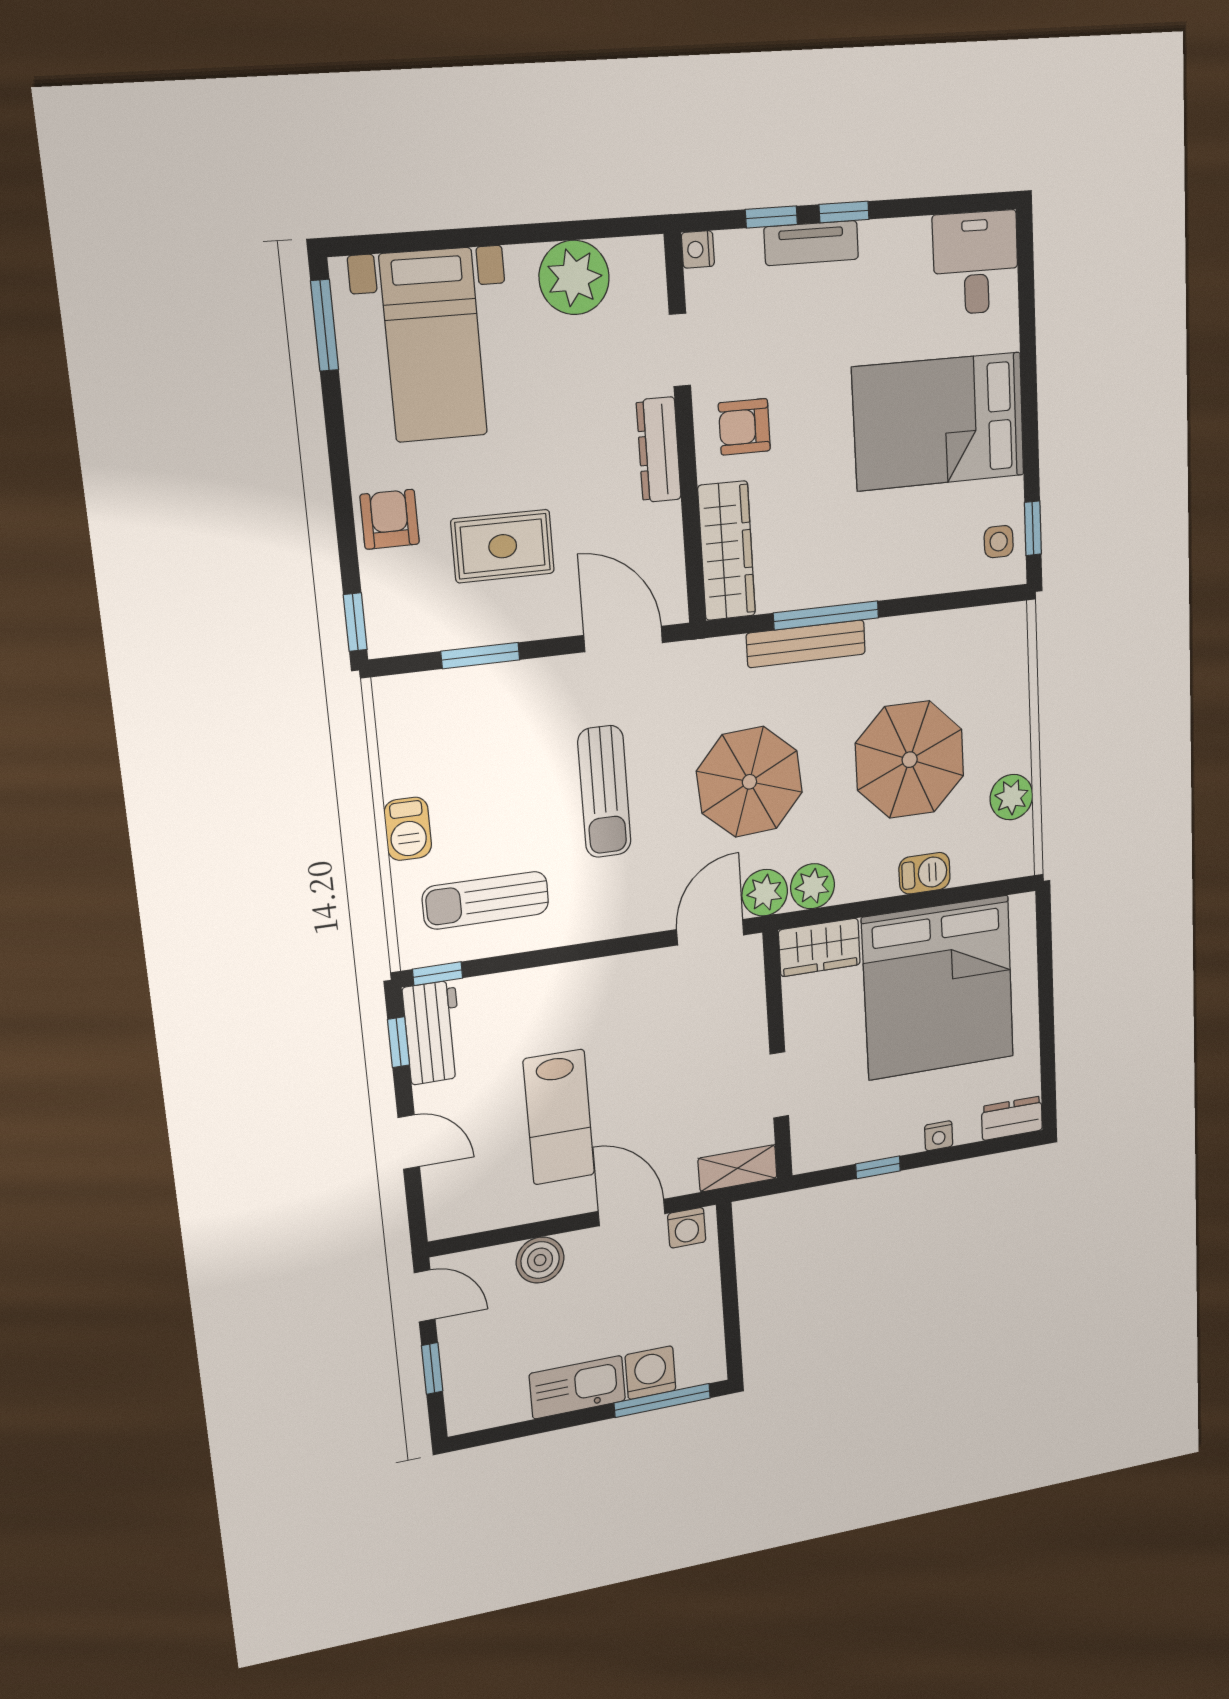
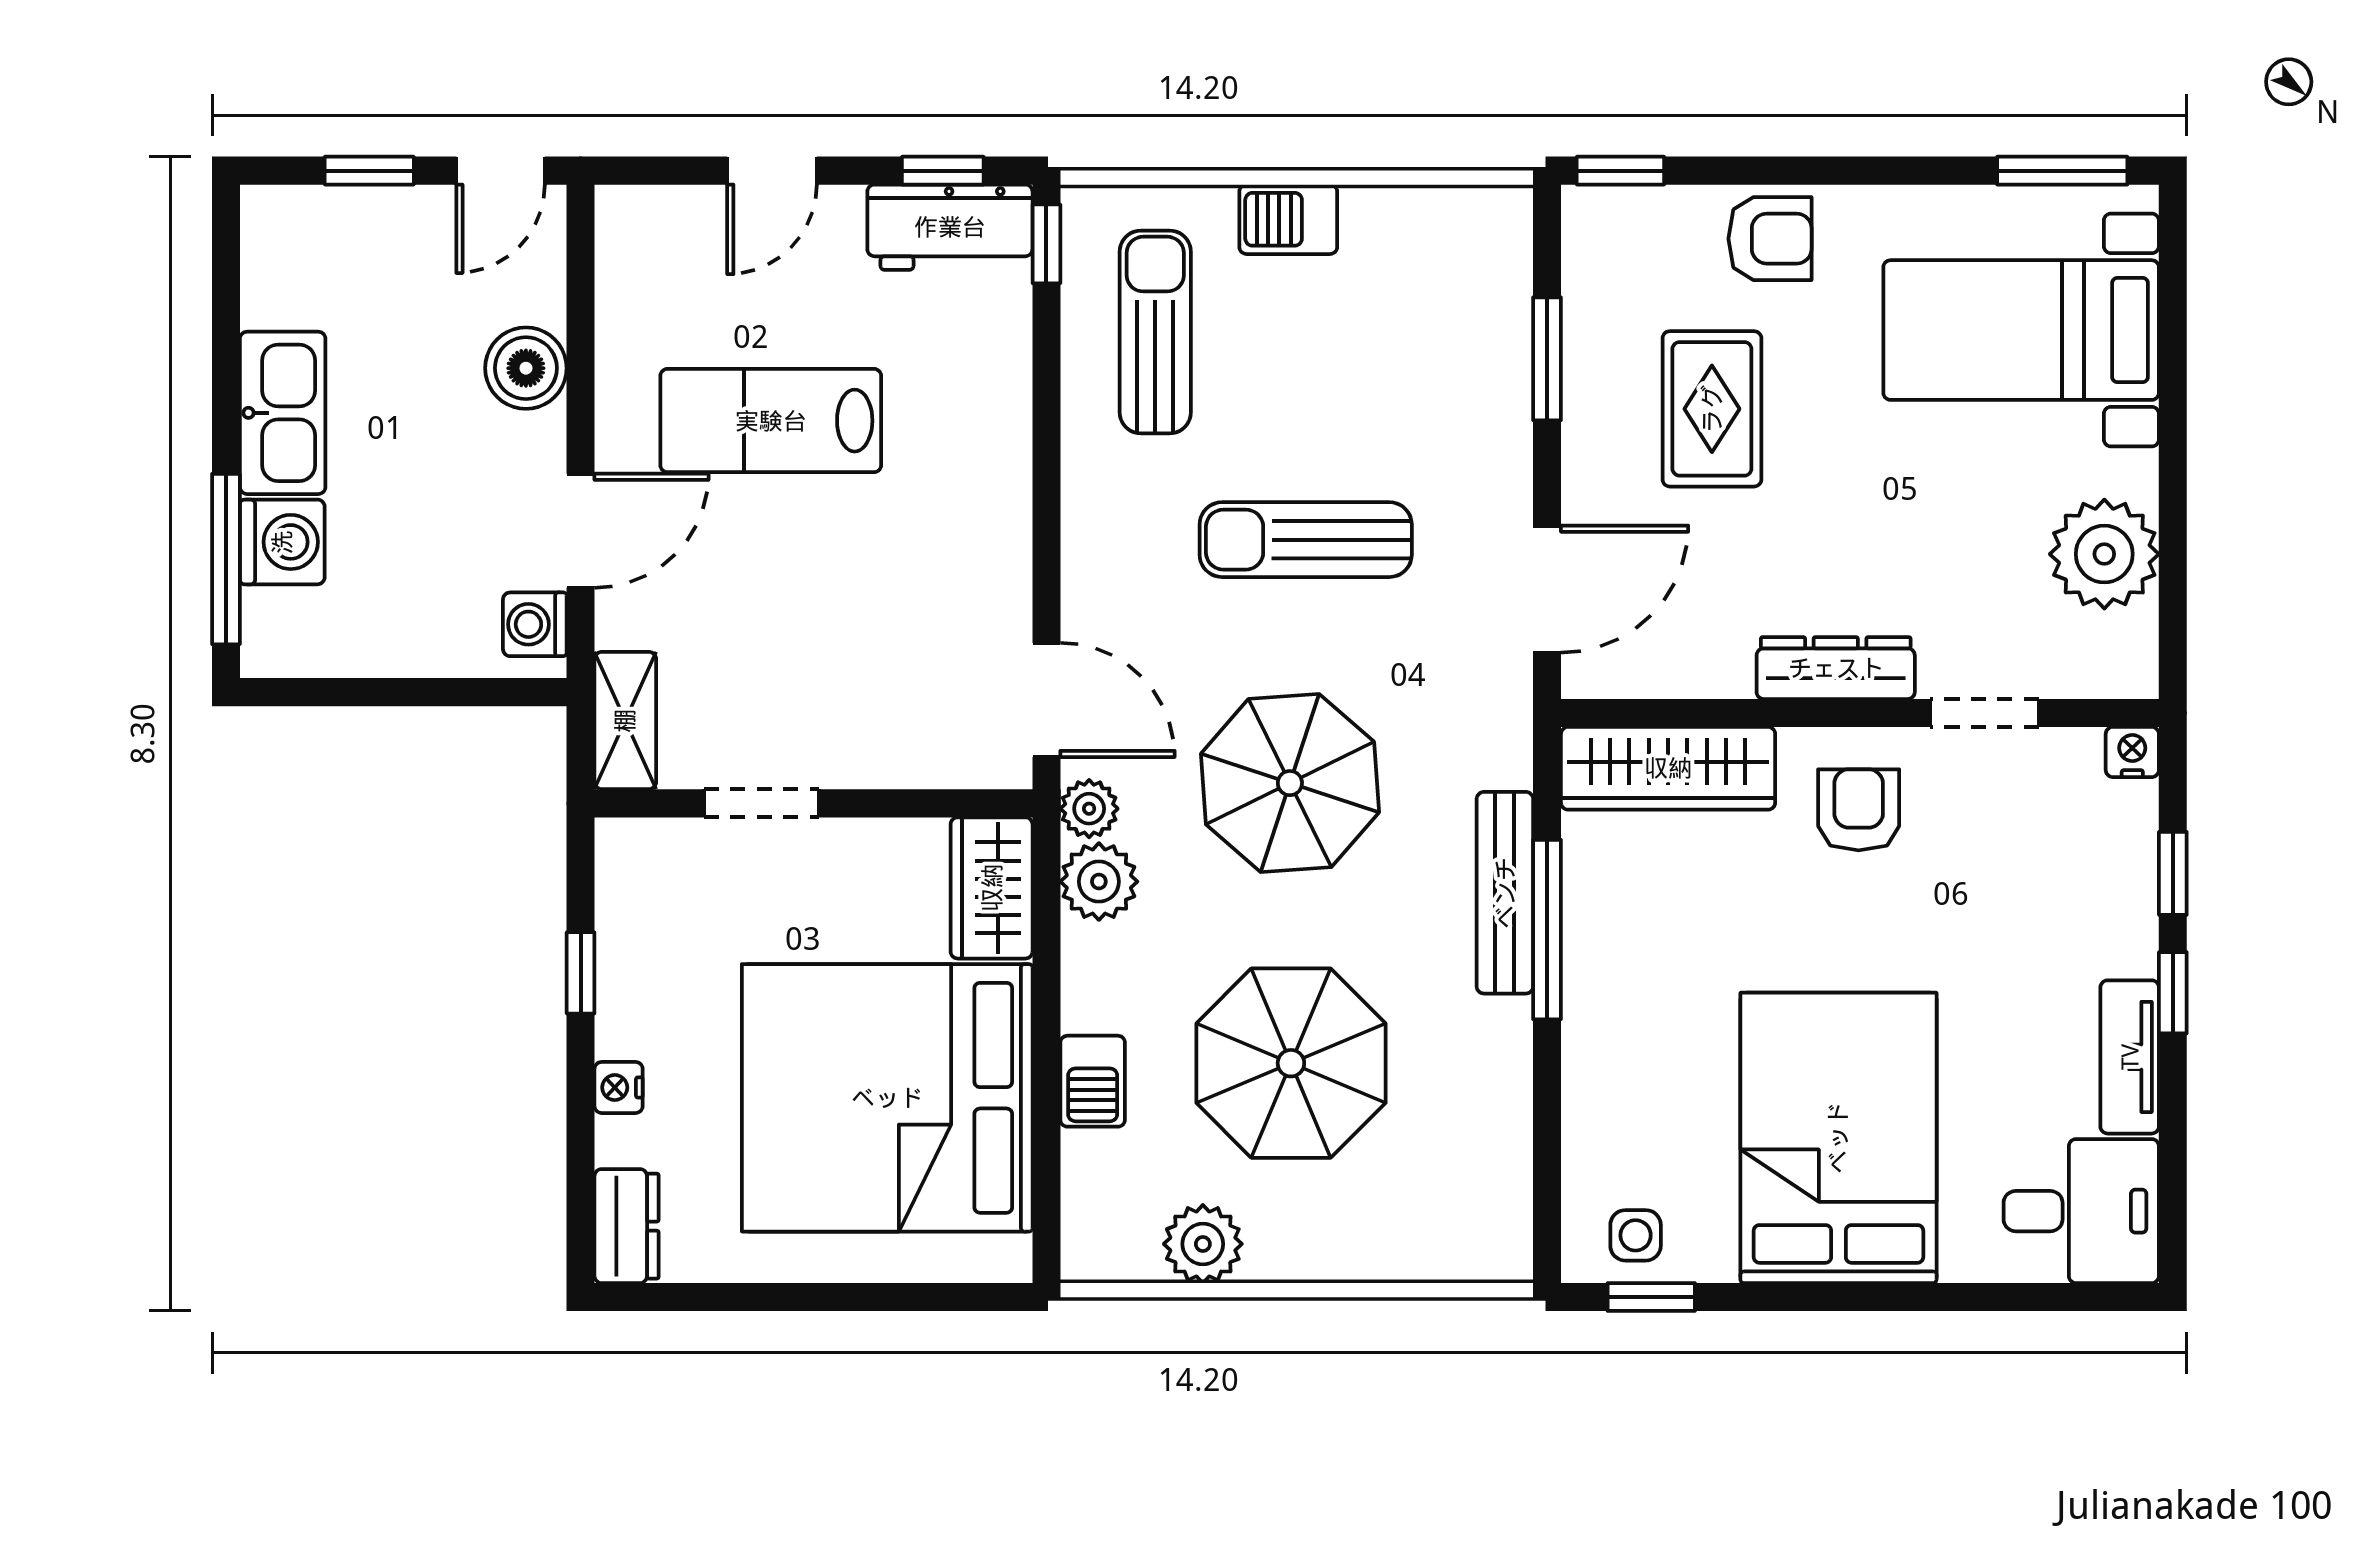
tv unit: (811, 243) -> (2130, 1057), moved
plant: (765, 893) -> (1089, 809), width x0.73, depth x0.73

